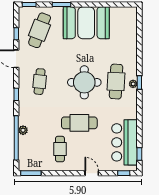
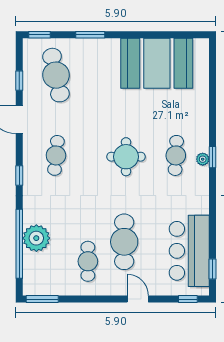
booth: (86, 23) -> (157, 63), moved
cafe table: (40, 30) -> (56, 75), turned -33
round table: (84, 82) -> (126, 157), width x0.73, depth x0.73
cafe table: (116, 82) -> (176, 155), width x0.73, depth x0.74
cafe table: (79, 123) -> (124, 242), moved, turned 90
plant: (23, 130) -> (36, 238), width x1.88, depth x1.88

